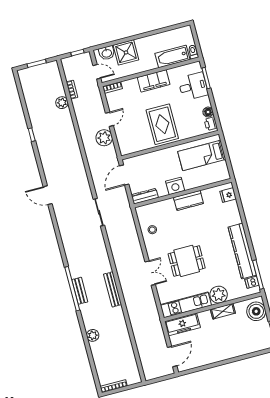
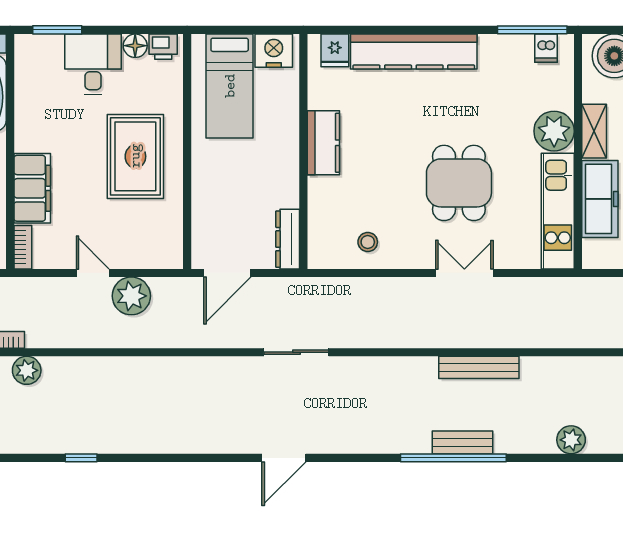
filing cabinet: (154, 81) -> (32, 188), moved
desk: (193, 86) -> (93, 64), moved
rug: (162, 124) -> (135, 156), turned 90
door: (124, 175) -> (227, 273), hinge flipped
nightstand: (175, 186) -> (274, 51), moved, turned -90
door: (48, 195) -> (284, 458), moved
kitchen counter: (242, 251) -> (414, 52), moved
freezer: (182, 324) -> (600, 199), moved

